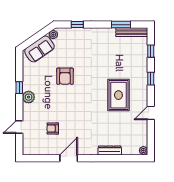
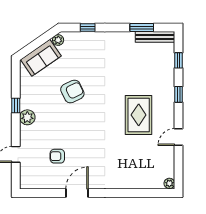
armchair: (65, 76) -> (72, 91), turned -116
dresser: (110, 150) -> (128, 183), removed

